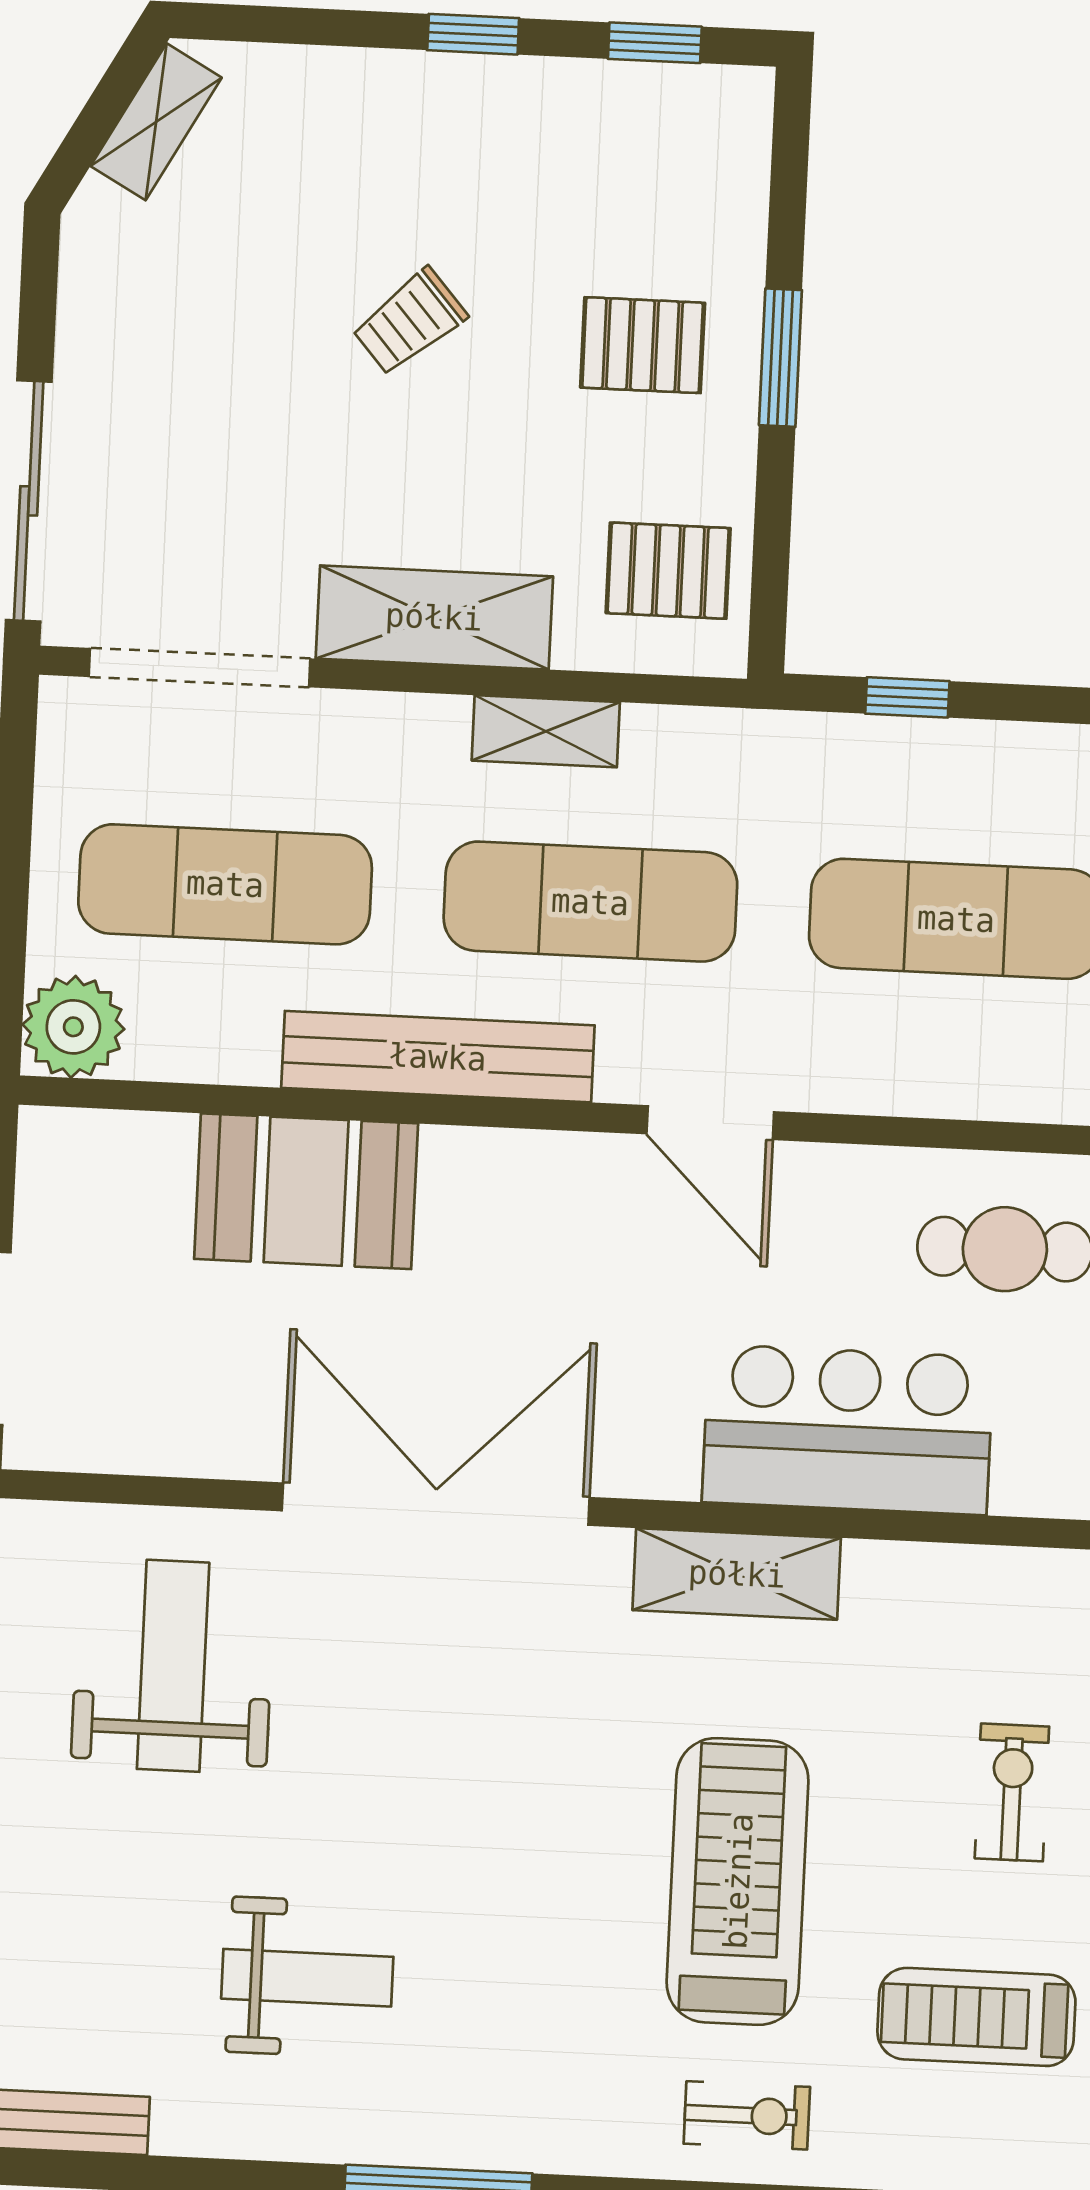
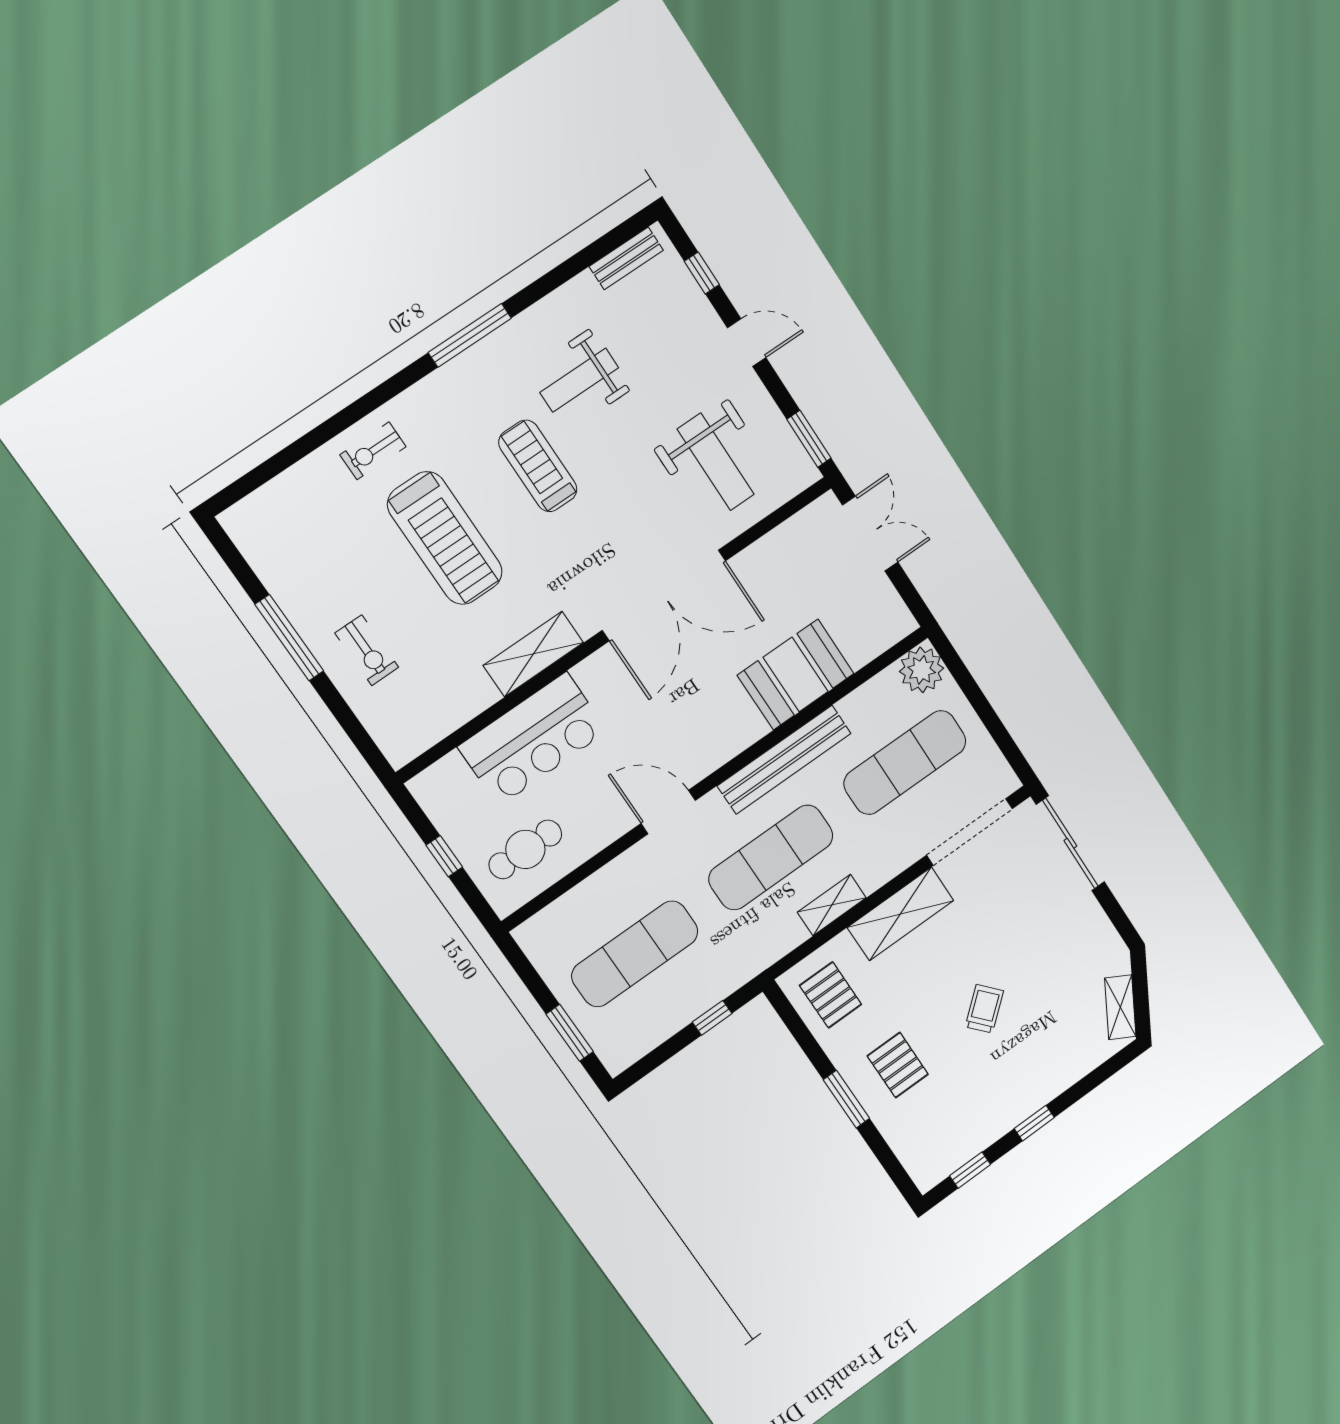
pallet: (643, 345) -> (898, 1065), turned 90
pallet: (668, 571) -> (831, 995), turned 90
treadmill: (976, 2017) -> (538, 466), moved, turned -90

